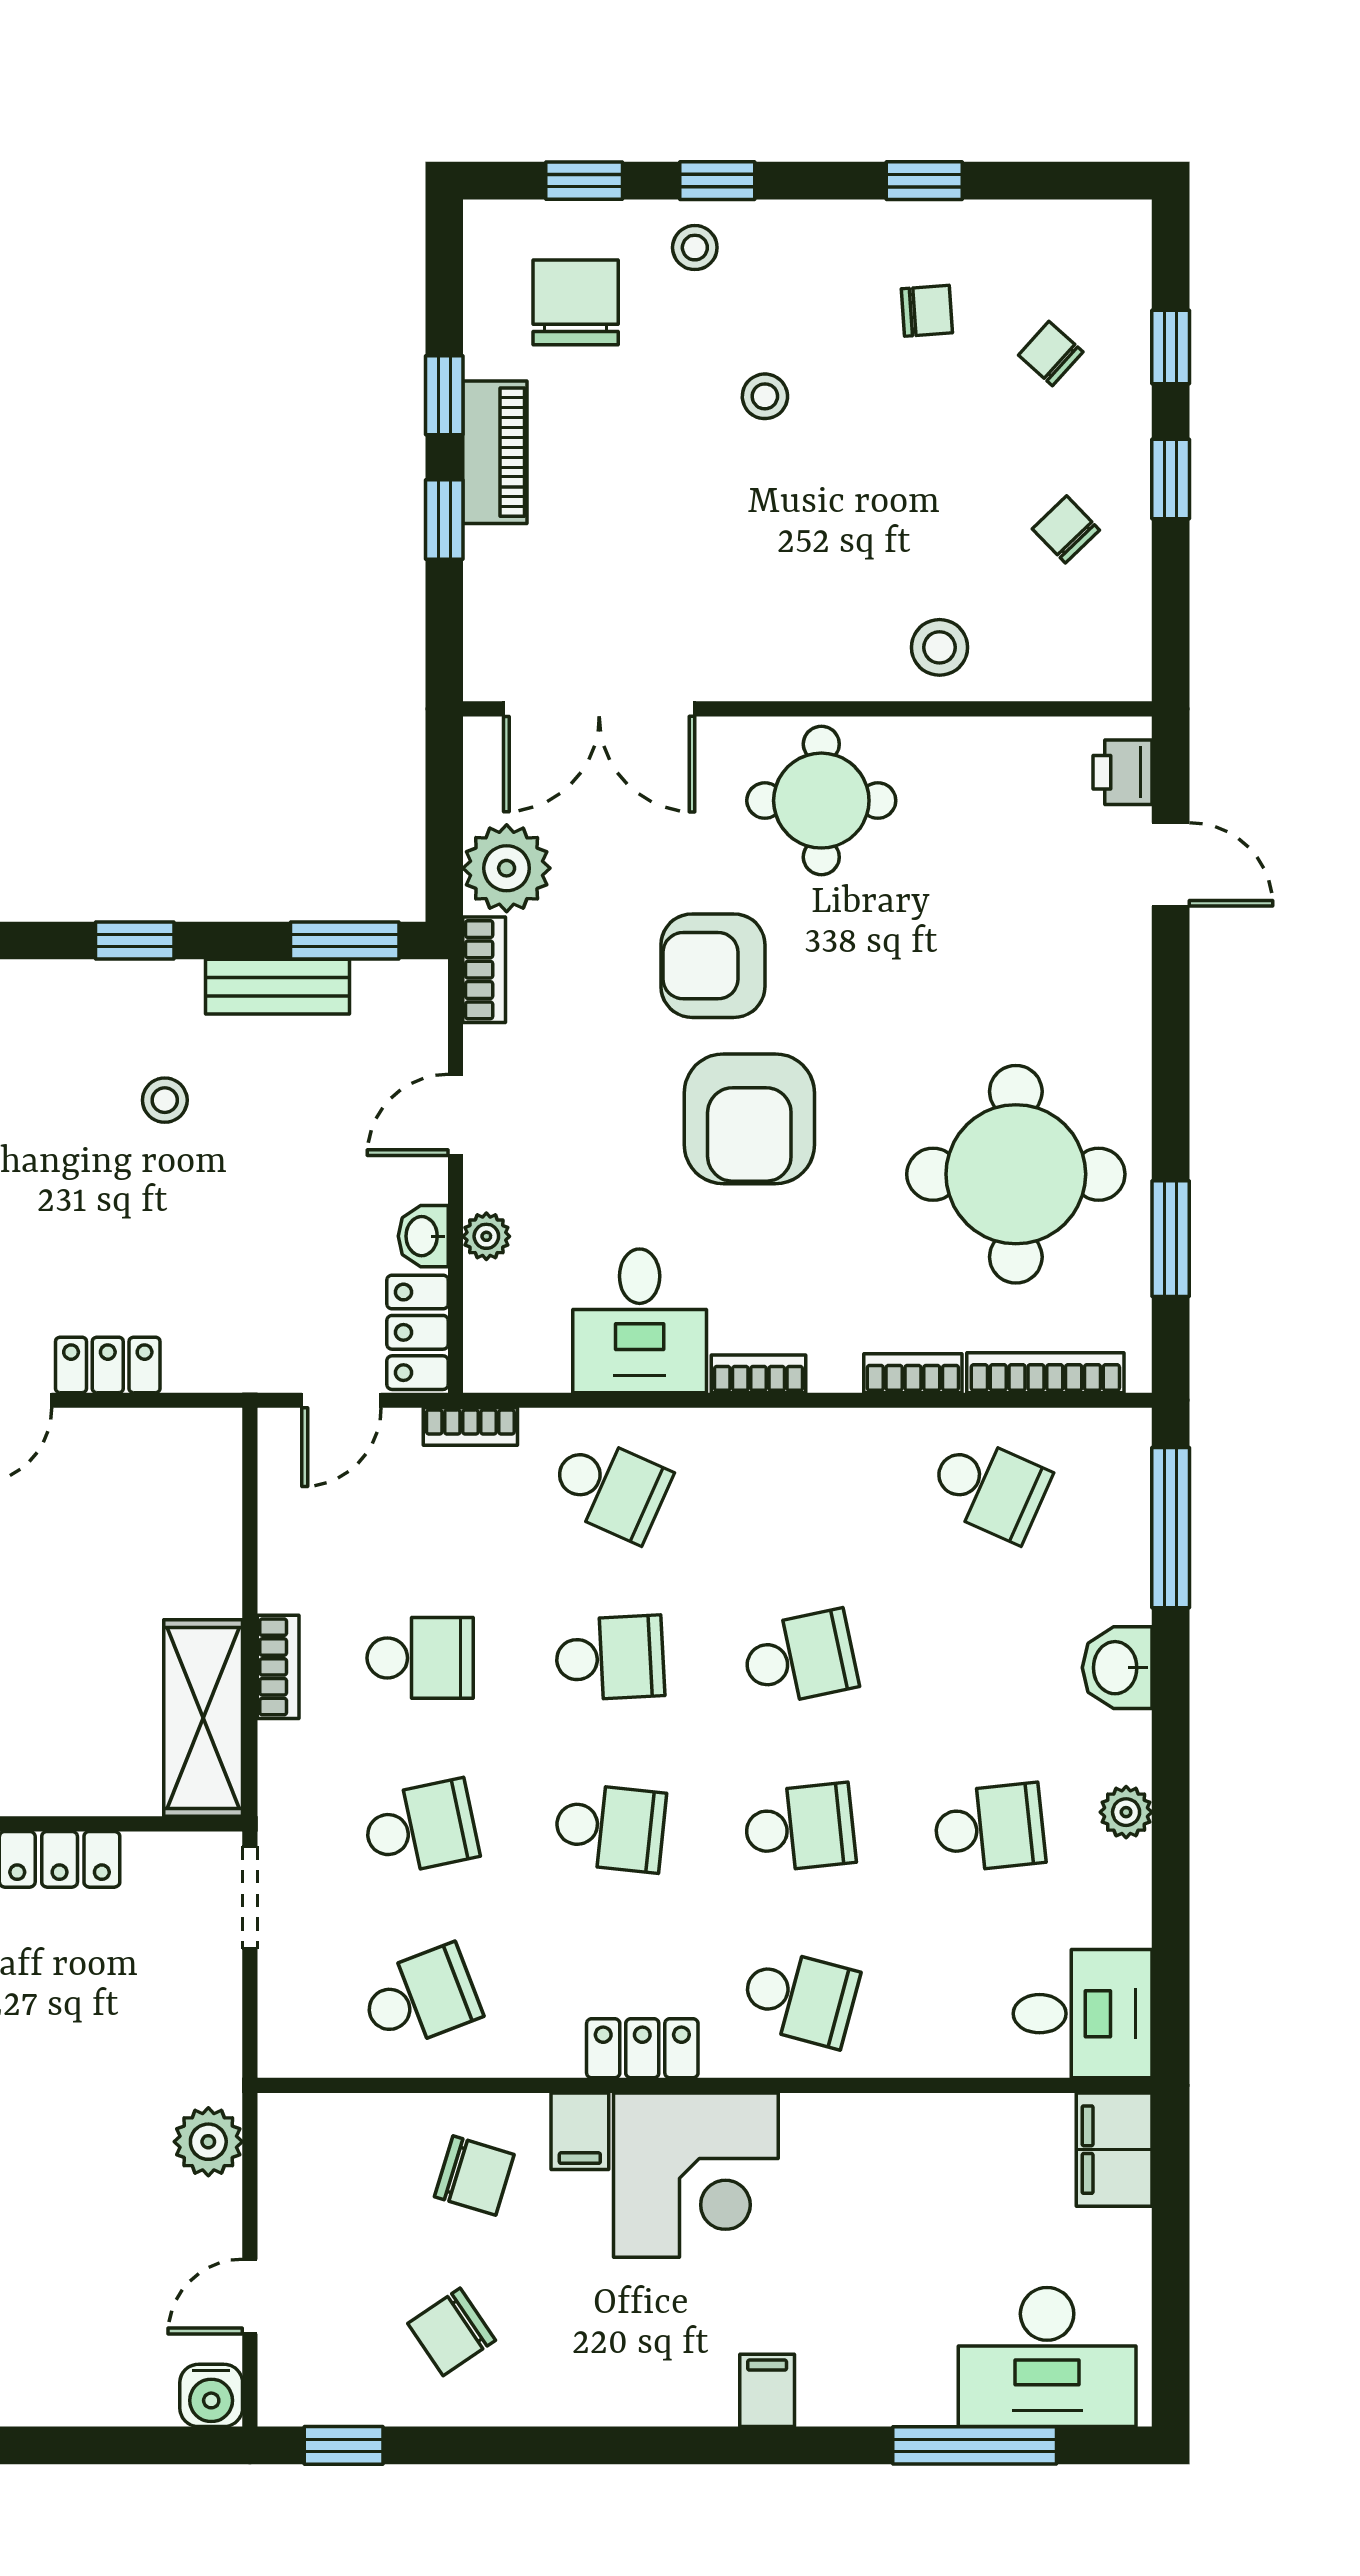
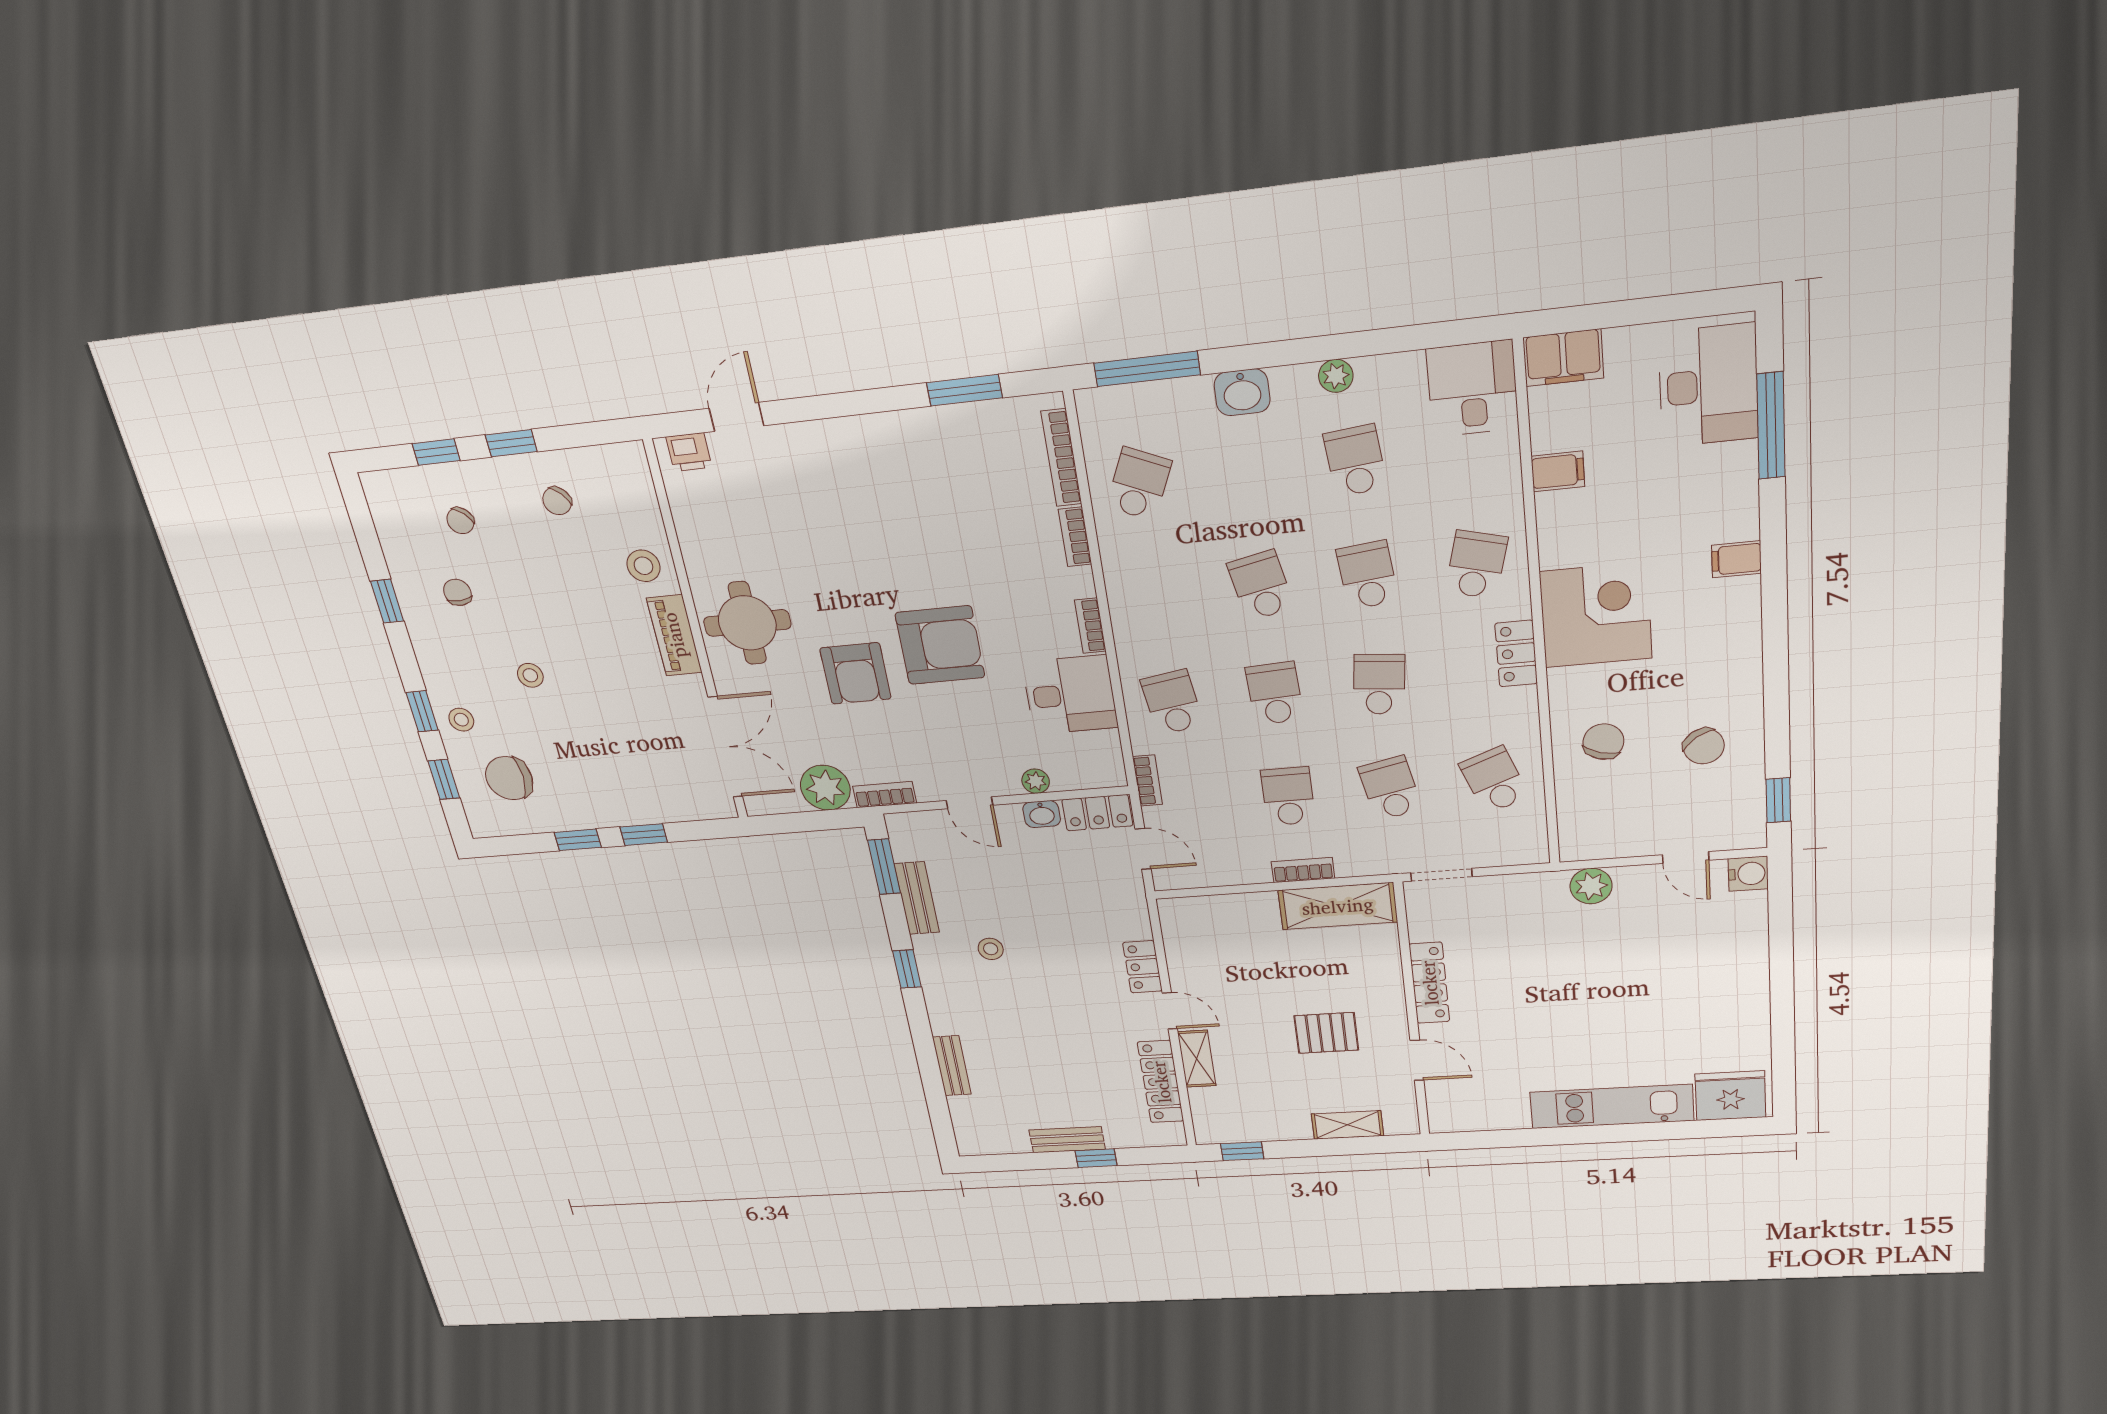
piano: (495, 452) -> (674, 635), moved, turned -90
round table: (1016, 1174) -> (943, 489), removed
school desk: (610, 1488) -> (1172, 702), turned -33
filing cabinet: (580, 2131) -> (1558, 471), moved

